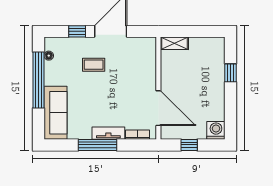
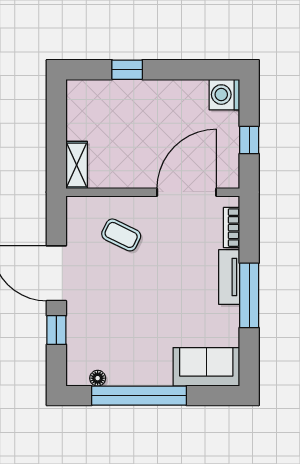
coffee table: (94, 65) -> (121, 235), moved, turned -64
sofa: (55, 113) -> (206, 367), width x0.73

